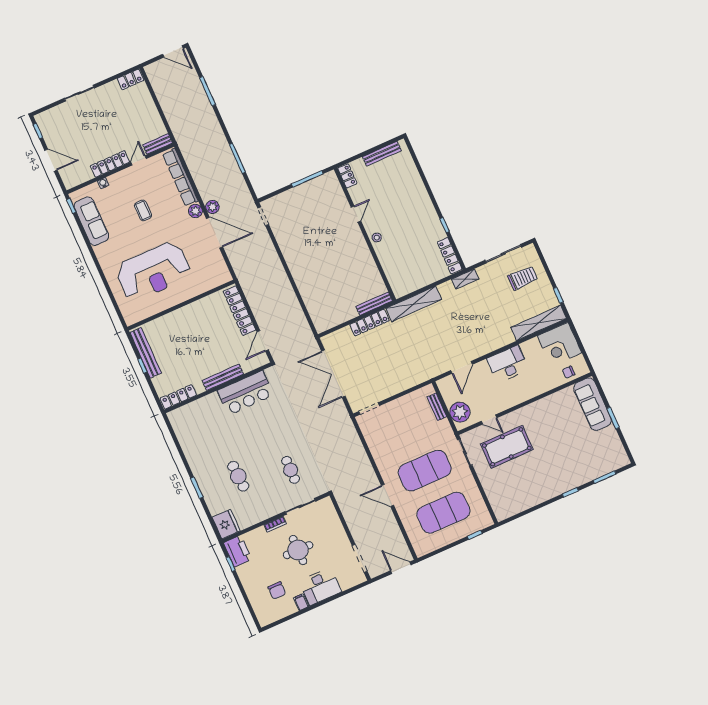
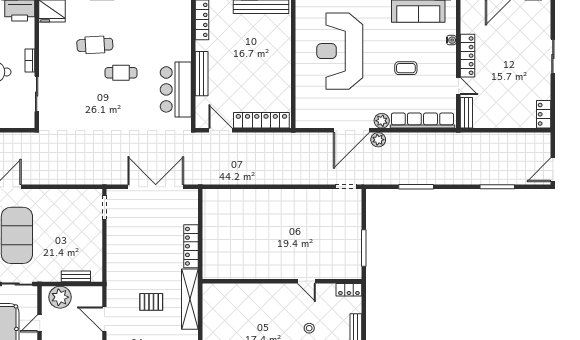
stool: (377, 238) -> (309, 328), moved
bench: (374, 304) -> (208, 259), removed
pallet: (430, 335) -> (151, 302), added
cafe table: (291, 470) -> (121, 73), moved

